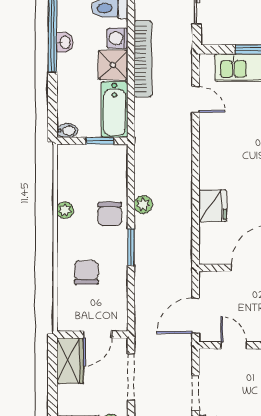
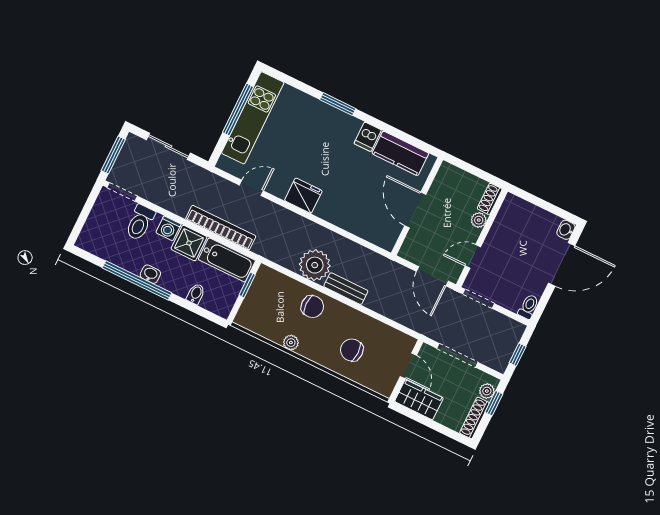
bookcase: (143, 59) -> (221, 228), moved
bidet: (67, 131) -> (196, 294), moved
plant: (143, 205) -> (315, 265), width x1.88, depth x1.88
fridge: (213, 206) -> (303, 196), moved
bench: (143, 238) -> (346, 289), added
window: (131, 247) -> (349, 302), removed
doorway: (196, 393) -> (479, 299), moved

